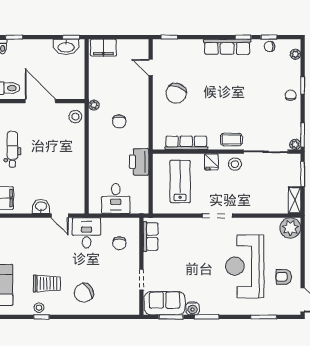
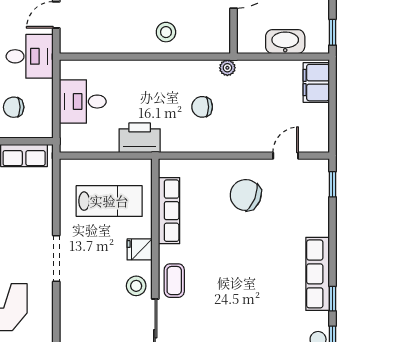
washbasin: (66, 47) -> (285, 42), moved, turned 90
stool: (75, 117) -> (166, 32), moved

